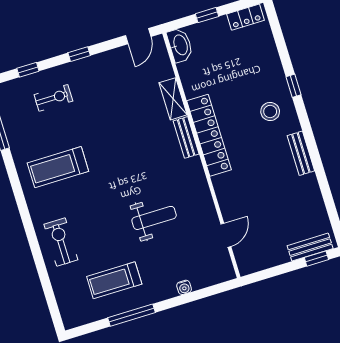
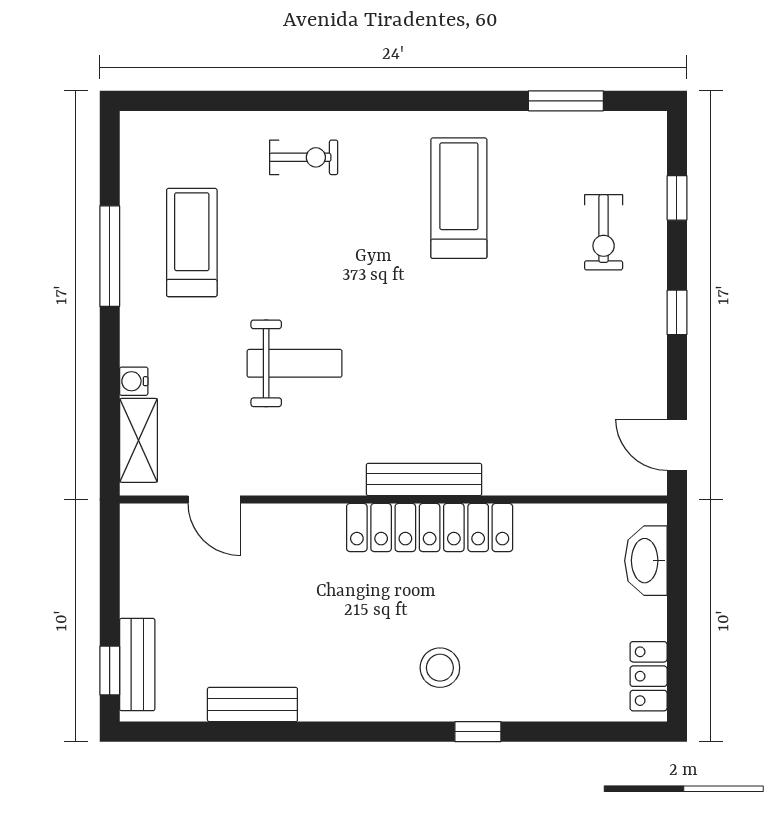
window: (207, 15) -> (677, 599), removed
washbasin: (180, 45) -> (646, 561), moved, turned 90
shelving: (173, 99) -> (138, 440), moved, turned 90
bench: (186, 137) -> (424, 479), width x1.36
bench: (301, 153) -> (252, 705), moved
weight bench: (154, 218) -> (295, 363), turned -90
exercise bike: (61, 242) -> (304, 157), width x0.73, depth x0.72

